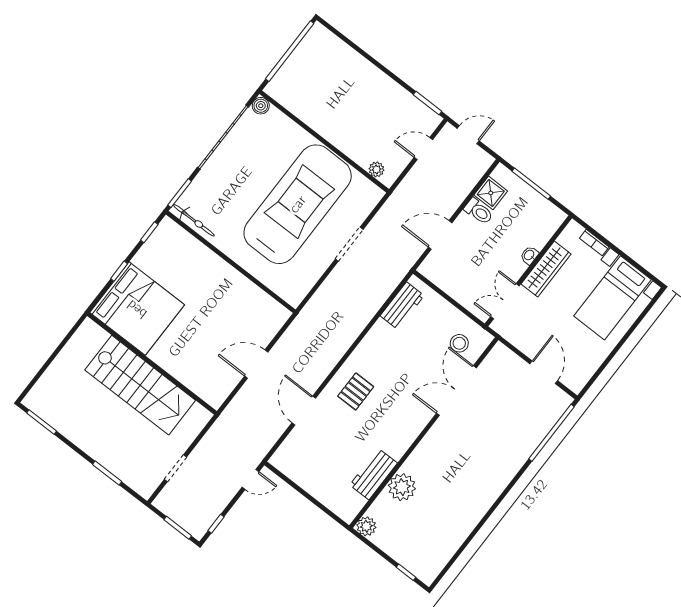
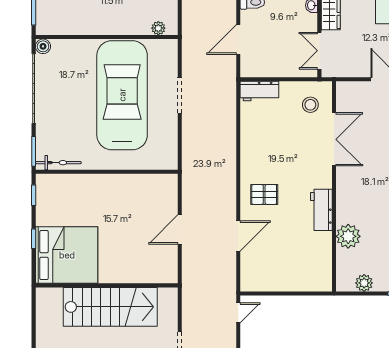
workbench: (402, 306) -> (259, 91), moved, turned 90
pallet: (356, 391) -> (264, 194), turned 90
double door: (456, 391) -> (334, 139), swing flipped
door: (304, 411) -> (238, 236), swing flipped
workbench: (374, 474) -> (321, 210), moved
plant: (366, 526) -> (364, 283), moved

